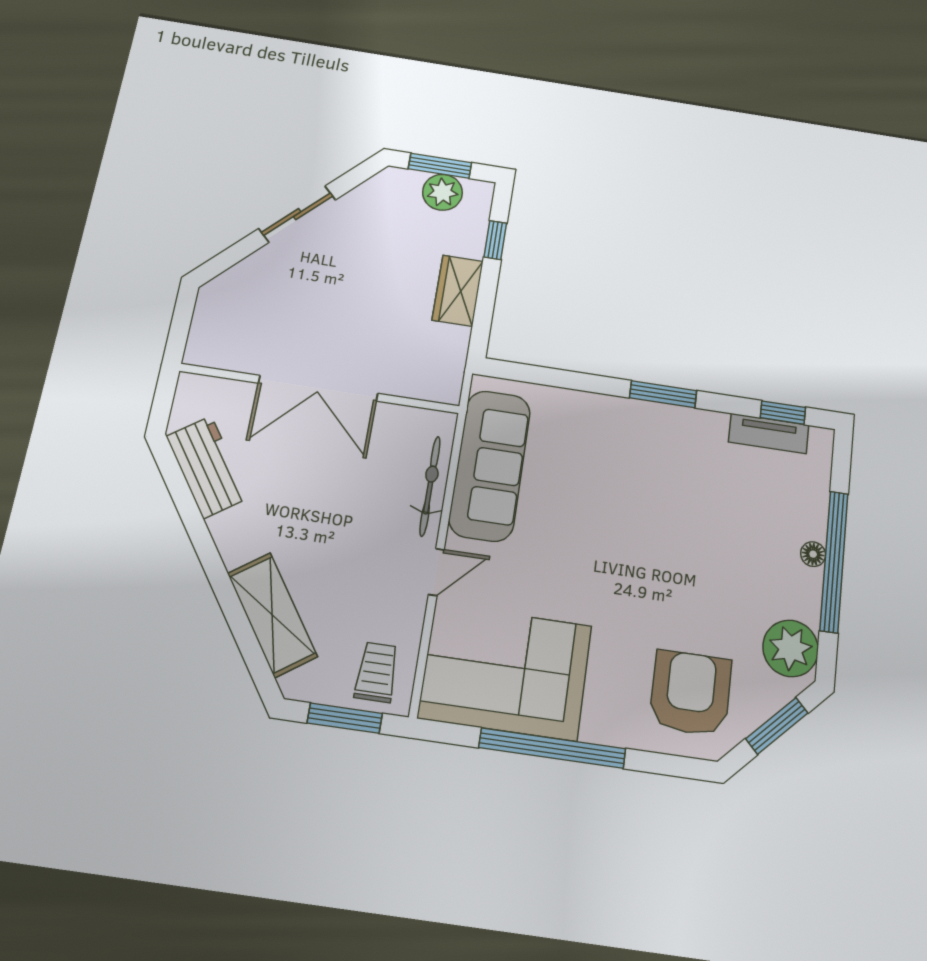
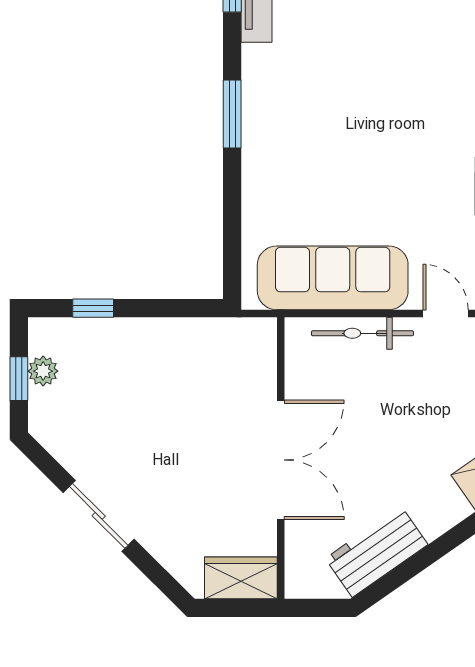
window: (440, 166) -> (19, 379), width x0.67
plant: (443, 192) -> (43, 371), width x0.73, depth x0.73
wardrobe: (458, 291) -> (241, 578), moved, turned 180

